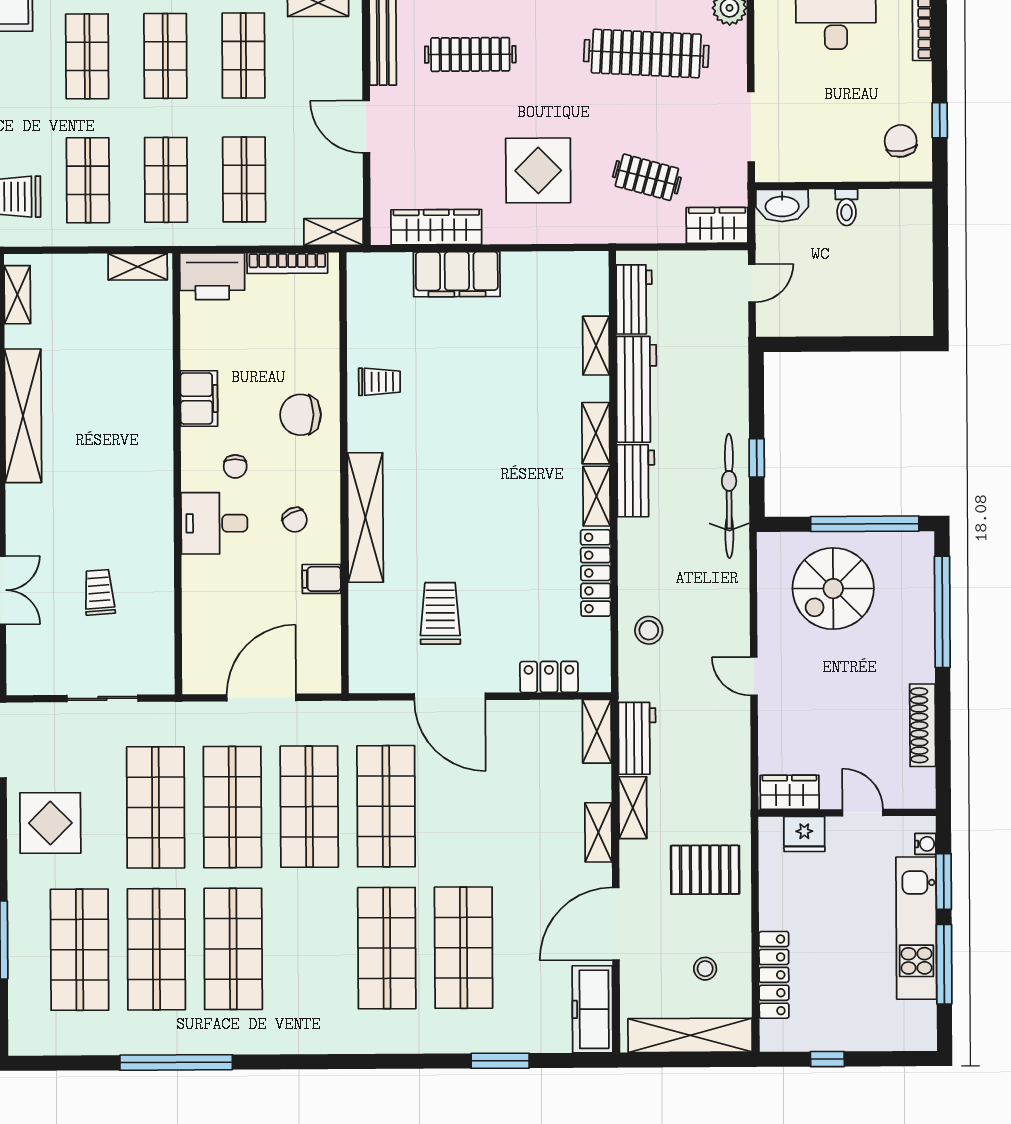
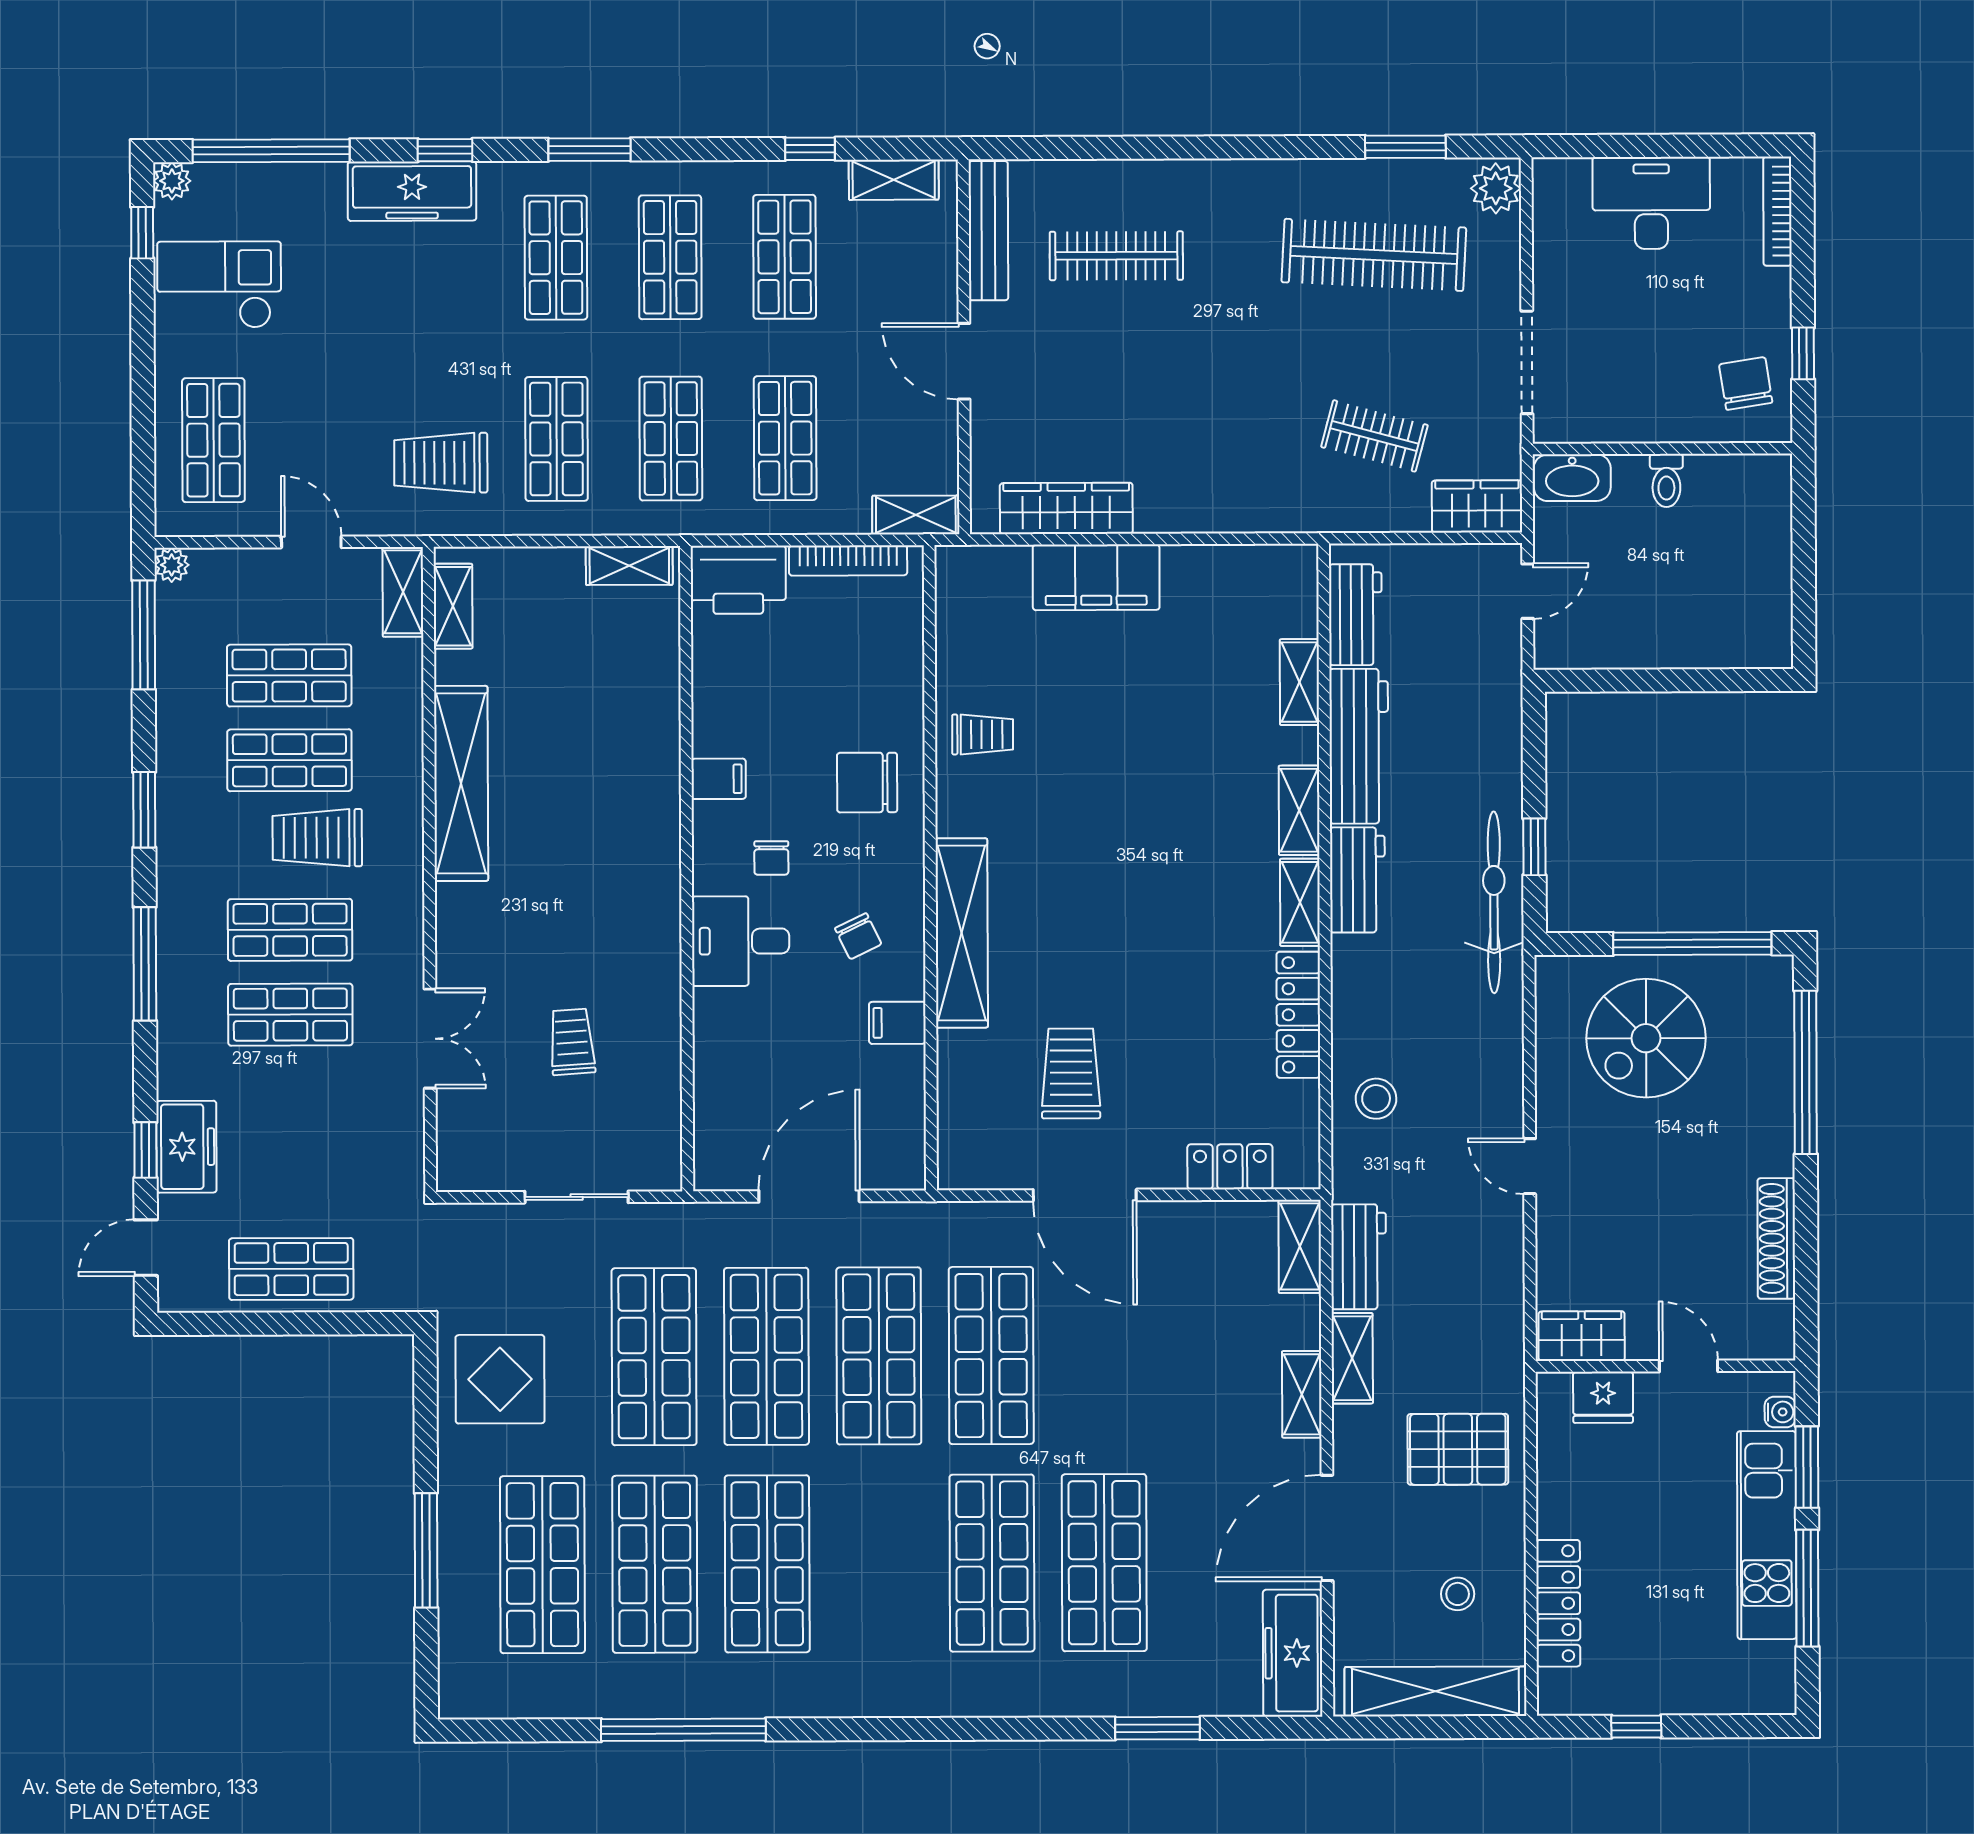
display table: (538, 170) -> (1215, 426), removed
filing cabinet: (199, 399) -> (719, 779), width x0.50

